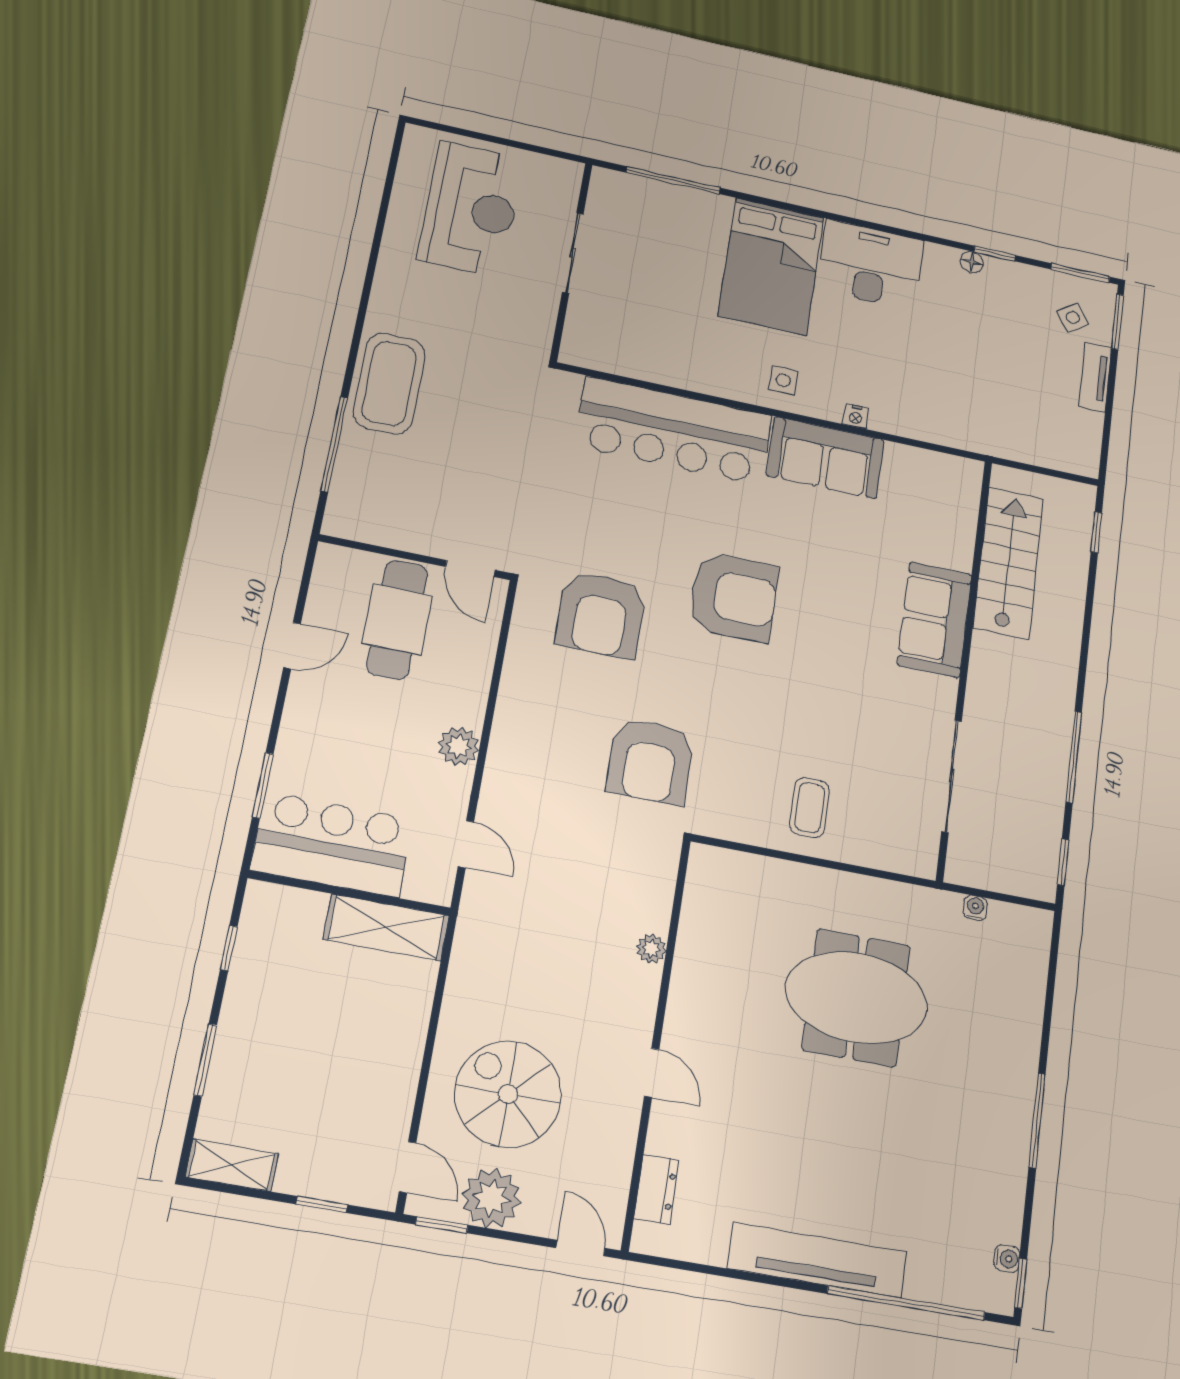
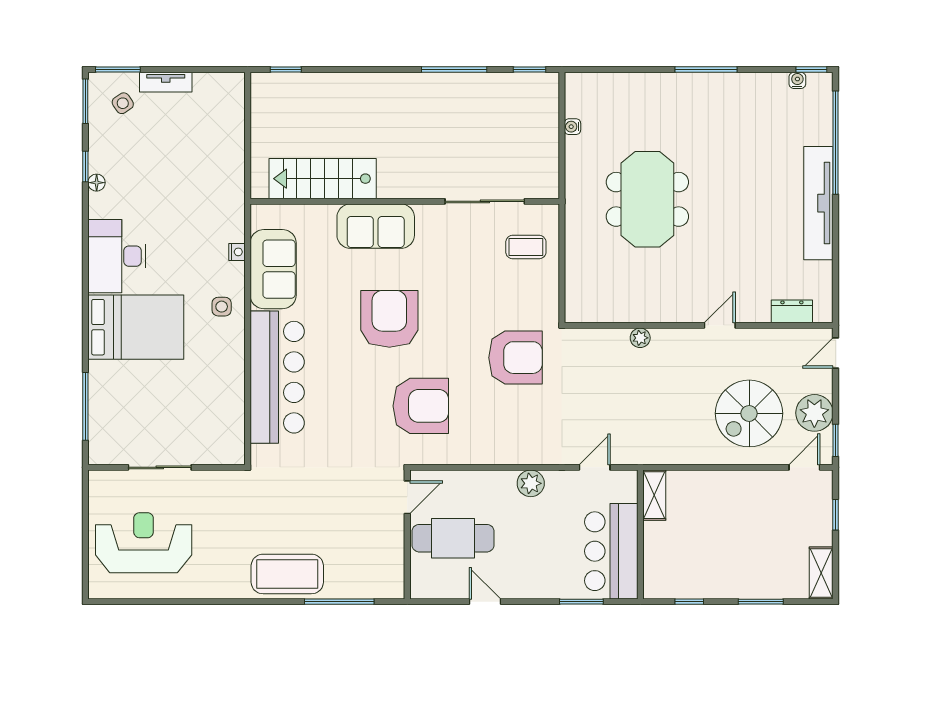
stairs: (1008, 563) -> (323, 179), moved
sofa: (935, 620) -> (376, 226), moved
wall: (965, 666) -> (405, 201), moved
sliding door: (952, 776) -> (485, 201), moved
shelving: (386, 927) -> (654, 495), width x0.67, depth x0.75

